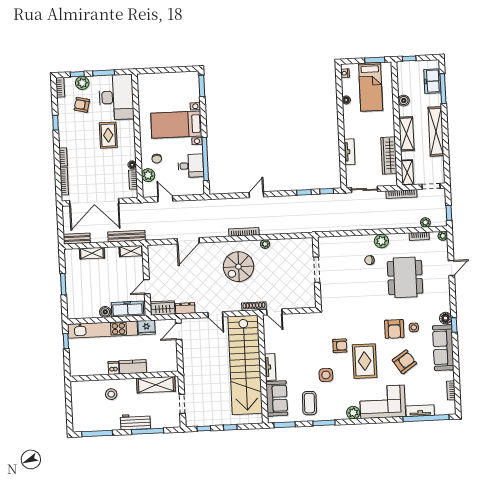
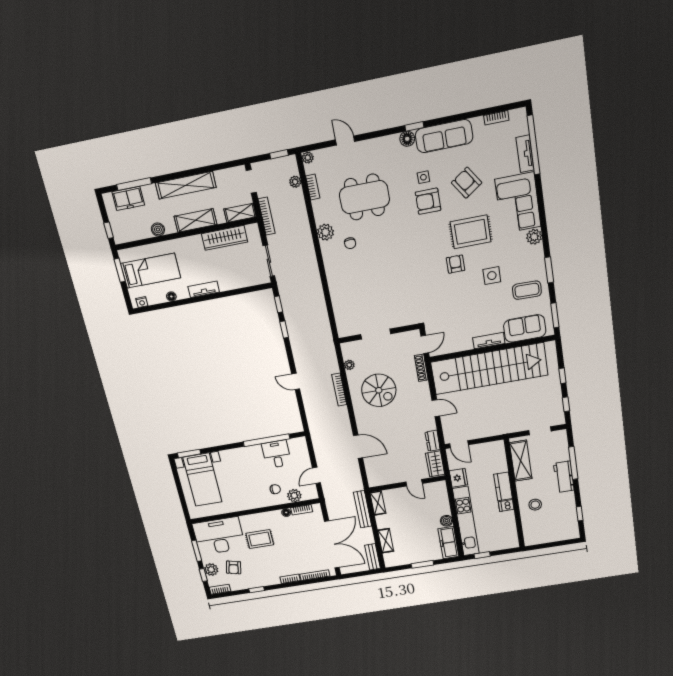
bed with nightstands: (176, 125) -> (202, 480), moved
tv unit: (349, 152) -> (204, 289), moved
doorway: (317, 270) -> (376, 334), moved
wall: (317, 272) -> (379, 334), moved
freezer: (127, 309) -> (448, 543), moved
door: (215, 315) -> (436, 408), hinge flipped
armchair: (394, 329) -> (428, 201), turned 180
window: (97, 434) -> (580, 514), width x0.46

